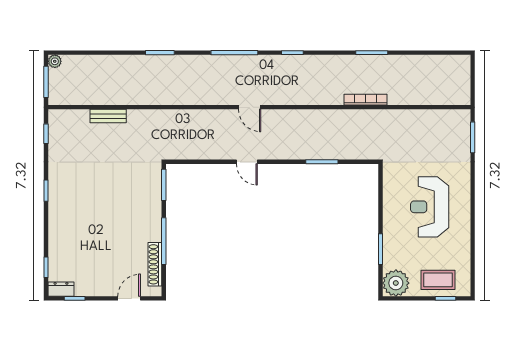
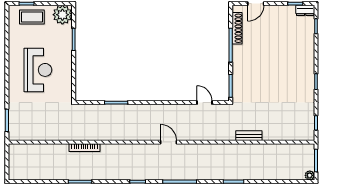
bench: (108, 116) -> (249, 136), moved
door: (247, 162) -> (204, 103), moved

